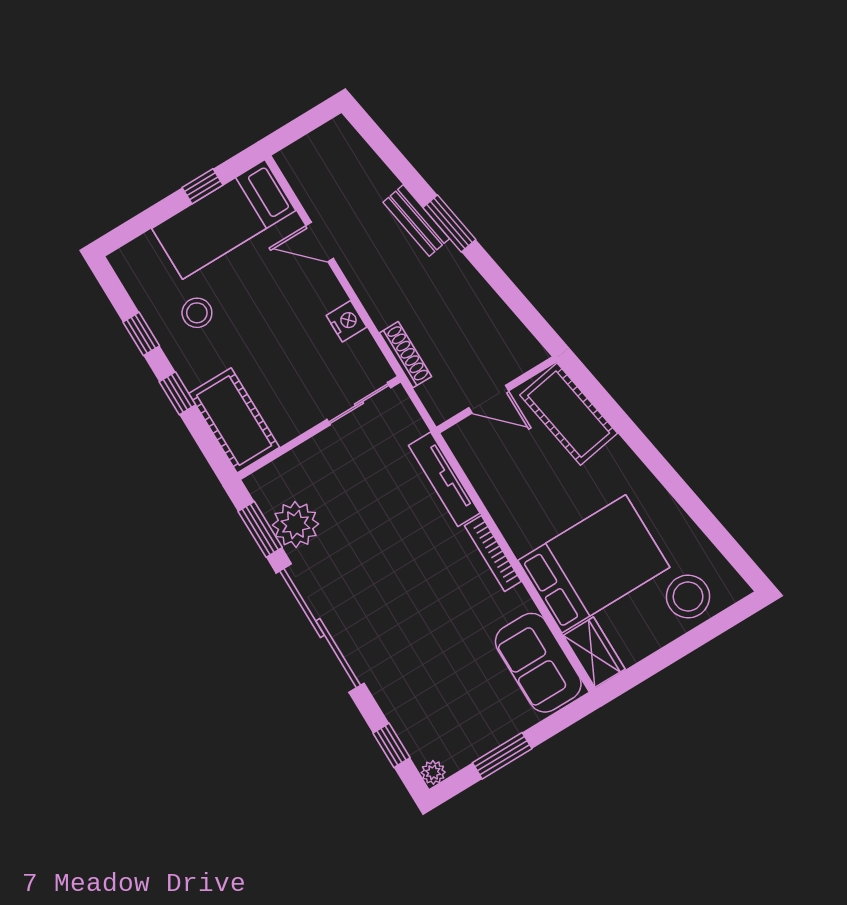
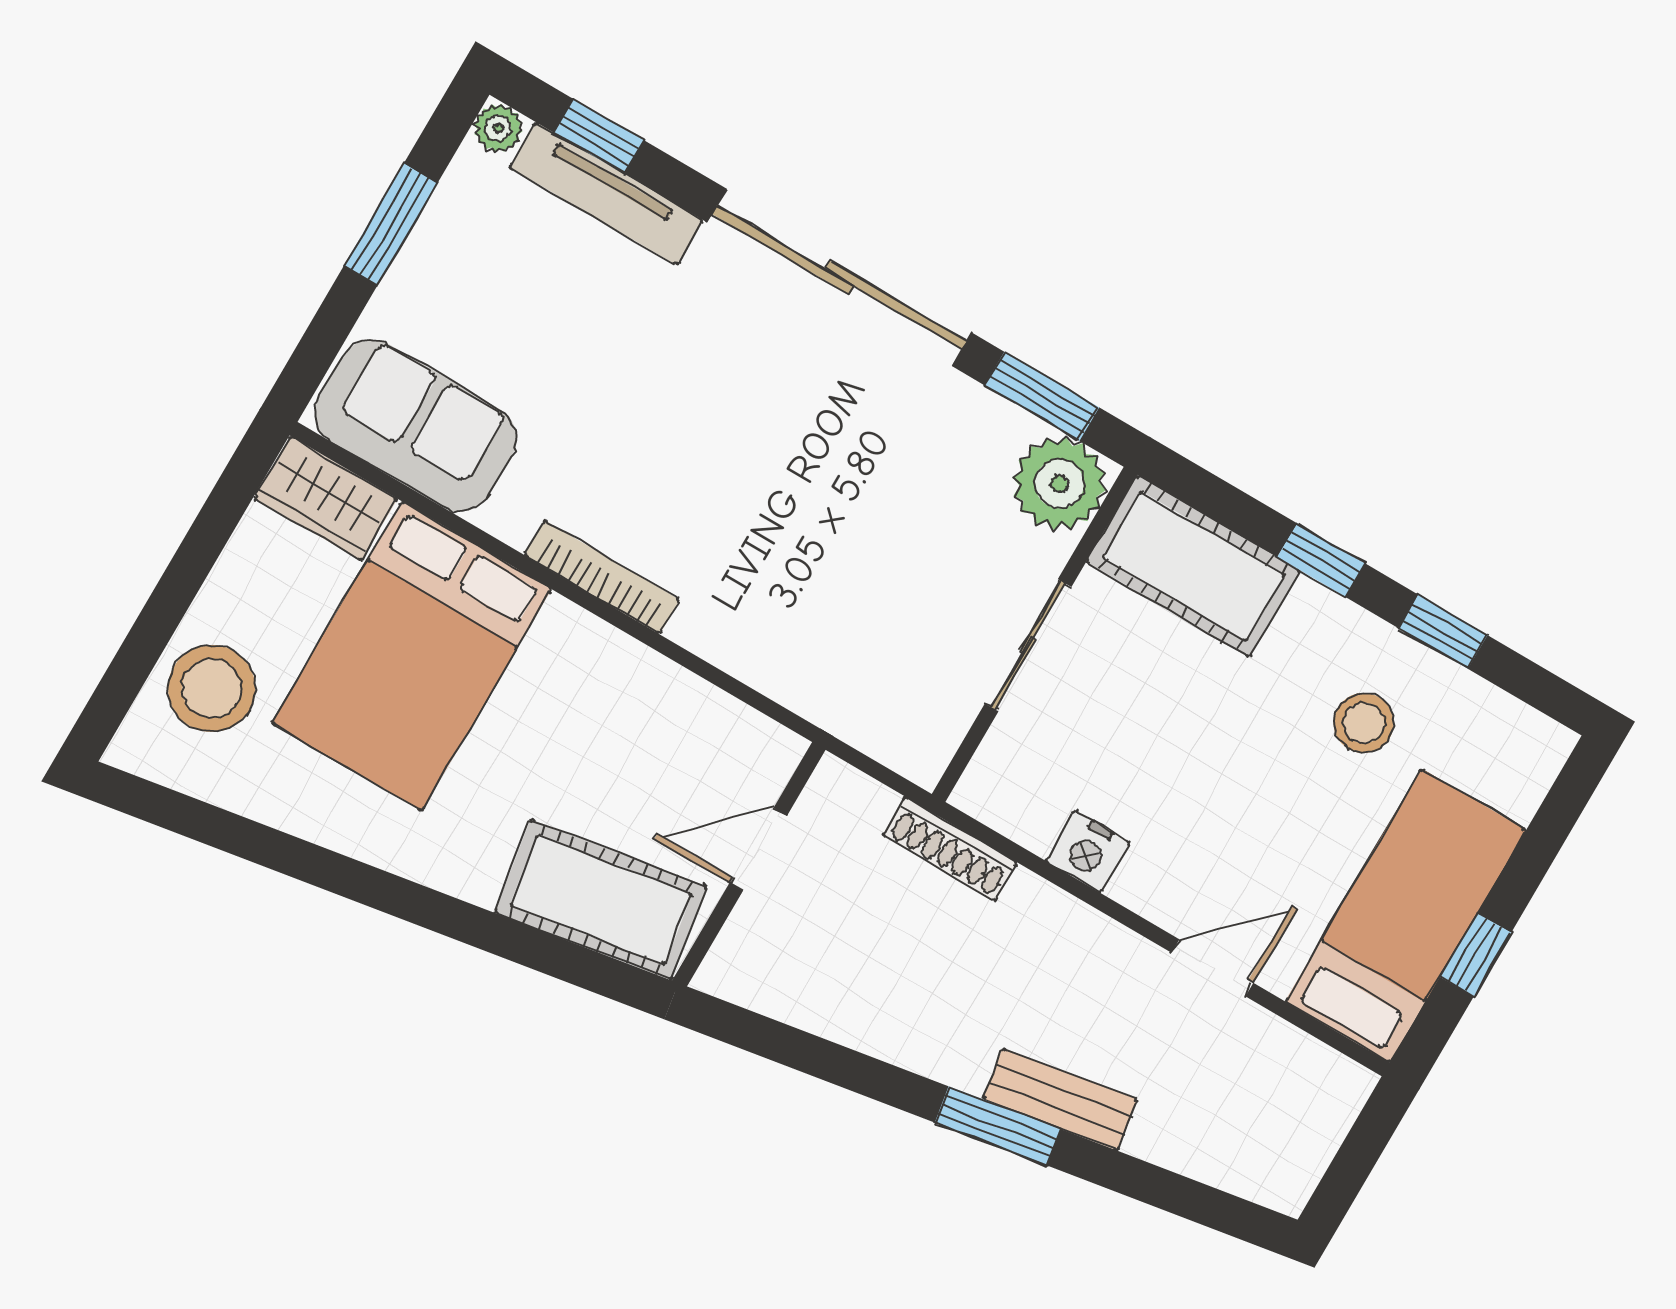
sliding door: (359, 404) -> (1028, 645), moved
tv unit: (444, 479) -> (606, 194), moved, turned 180
plant: (296, 525) -> (1059, 484), moved

